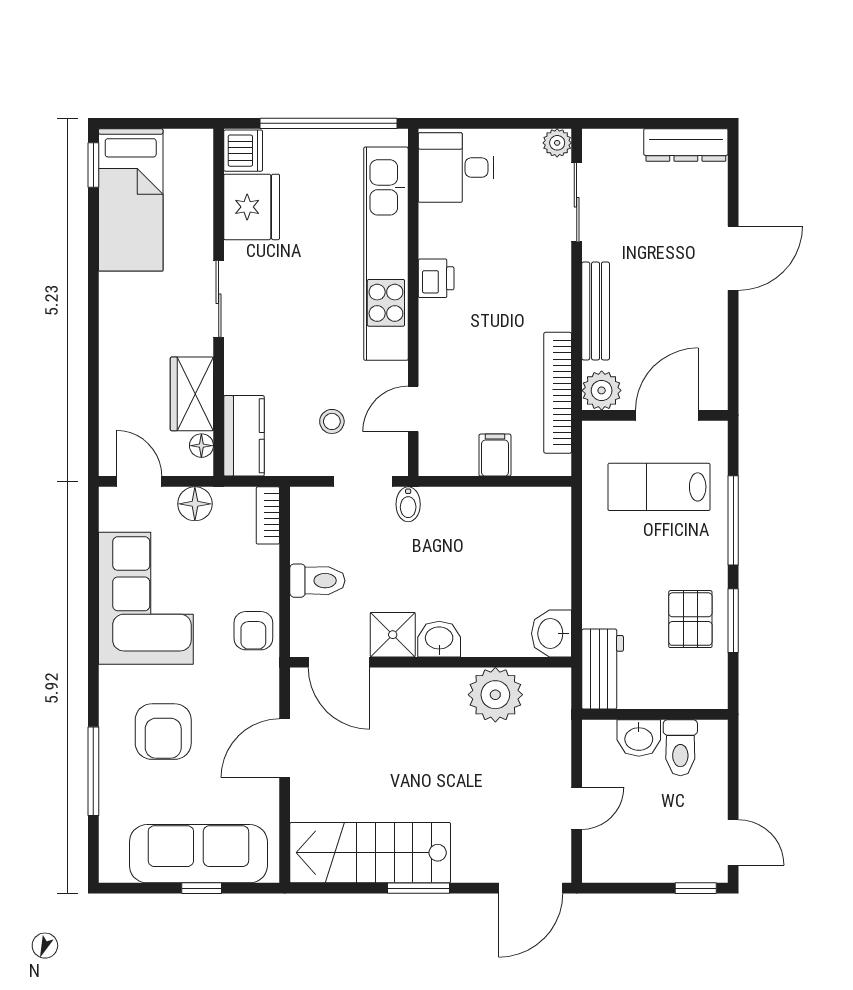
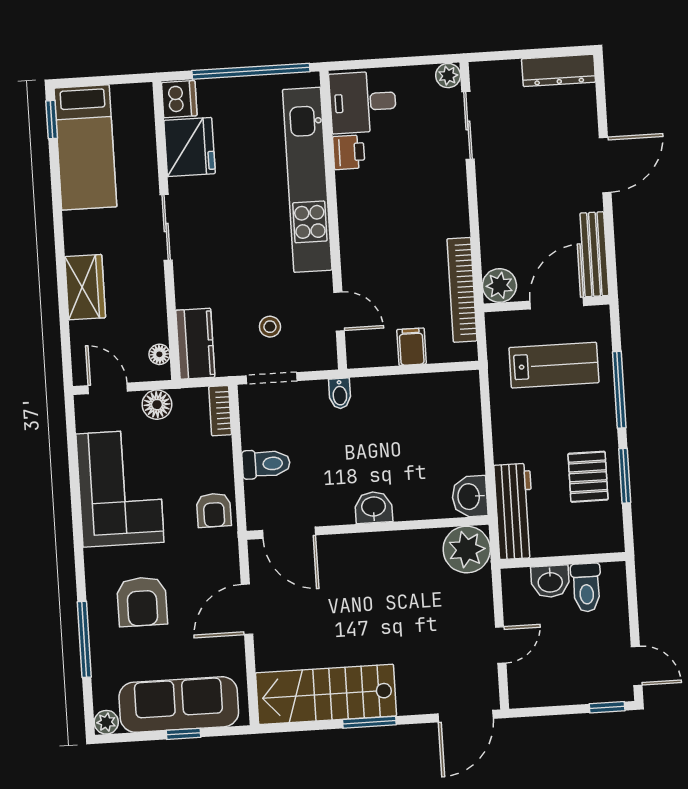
printer: (436, 278) -> (349, 152), moved
bench: (596, 311) -> (594, 254), moved
wardrobe: (192, 394) -> (85, 287), moved, turned 180
door: (413, 409) -> (339, 311), swing flipped
doorway: (363, 481) -> (272, 378), moved
lab bench: (659, 487) -> (554, 365), turned 180
shower: (393, 635) -> (334, 506), removed
workbench: (603, 669) -> (515, 511), width x1.38
plant: (495, 695) -> (467, 549), moved
plant: (113, 869) -> (106, 722), added

